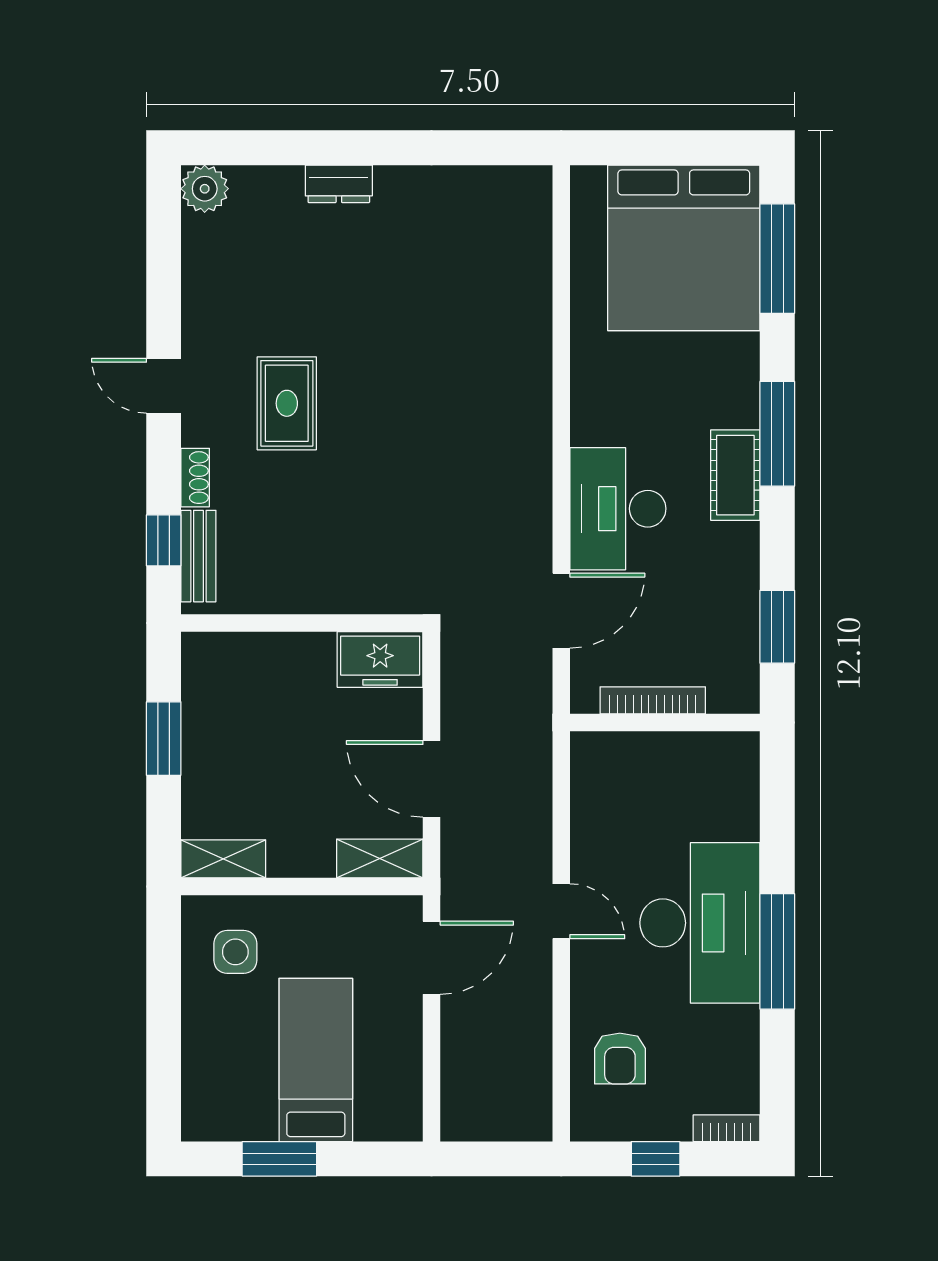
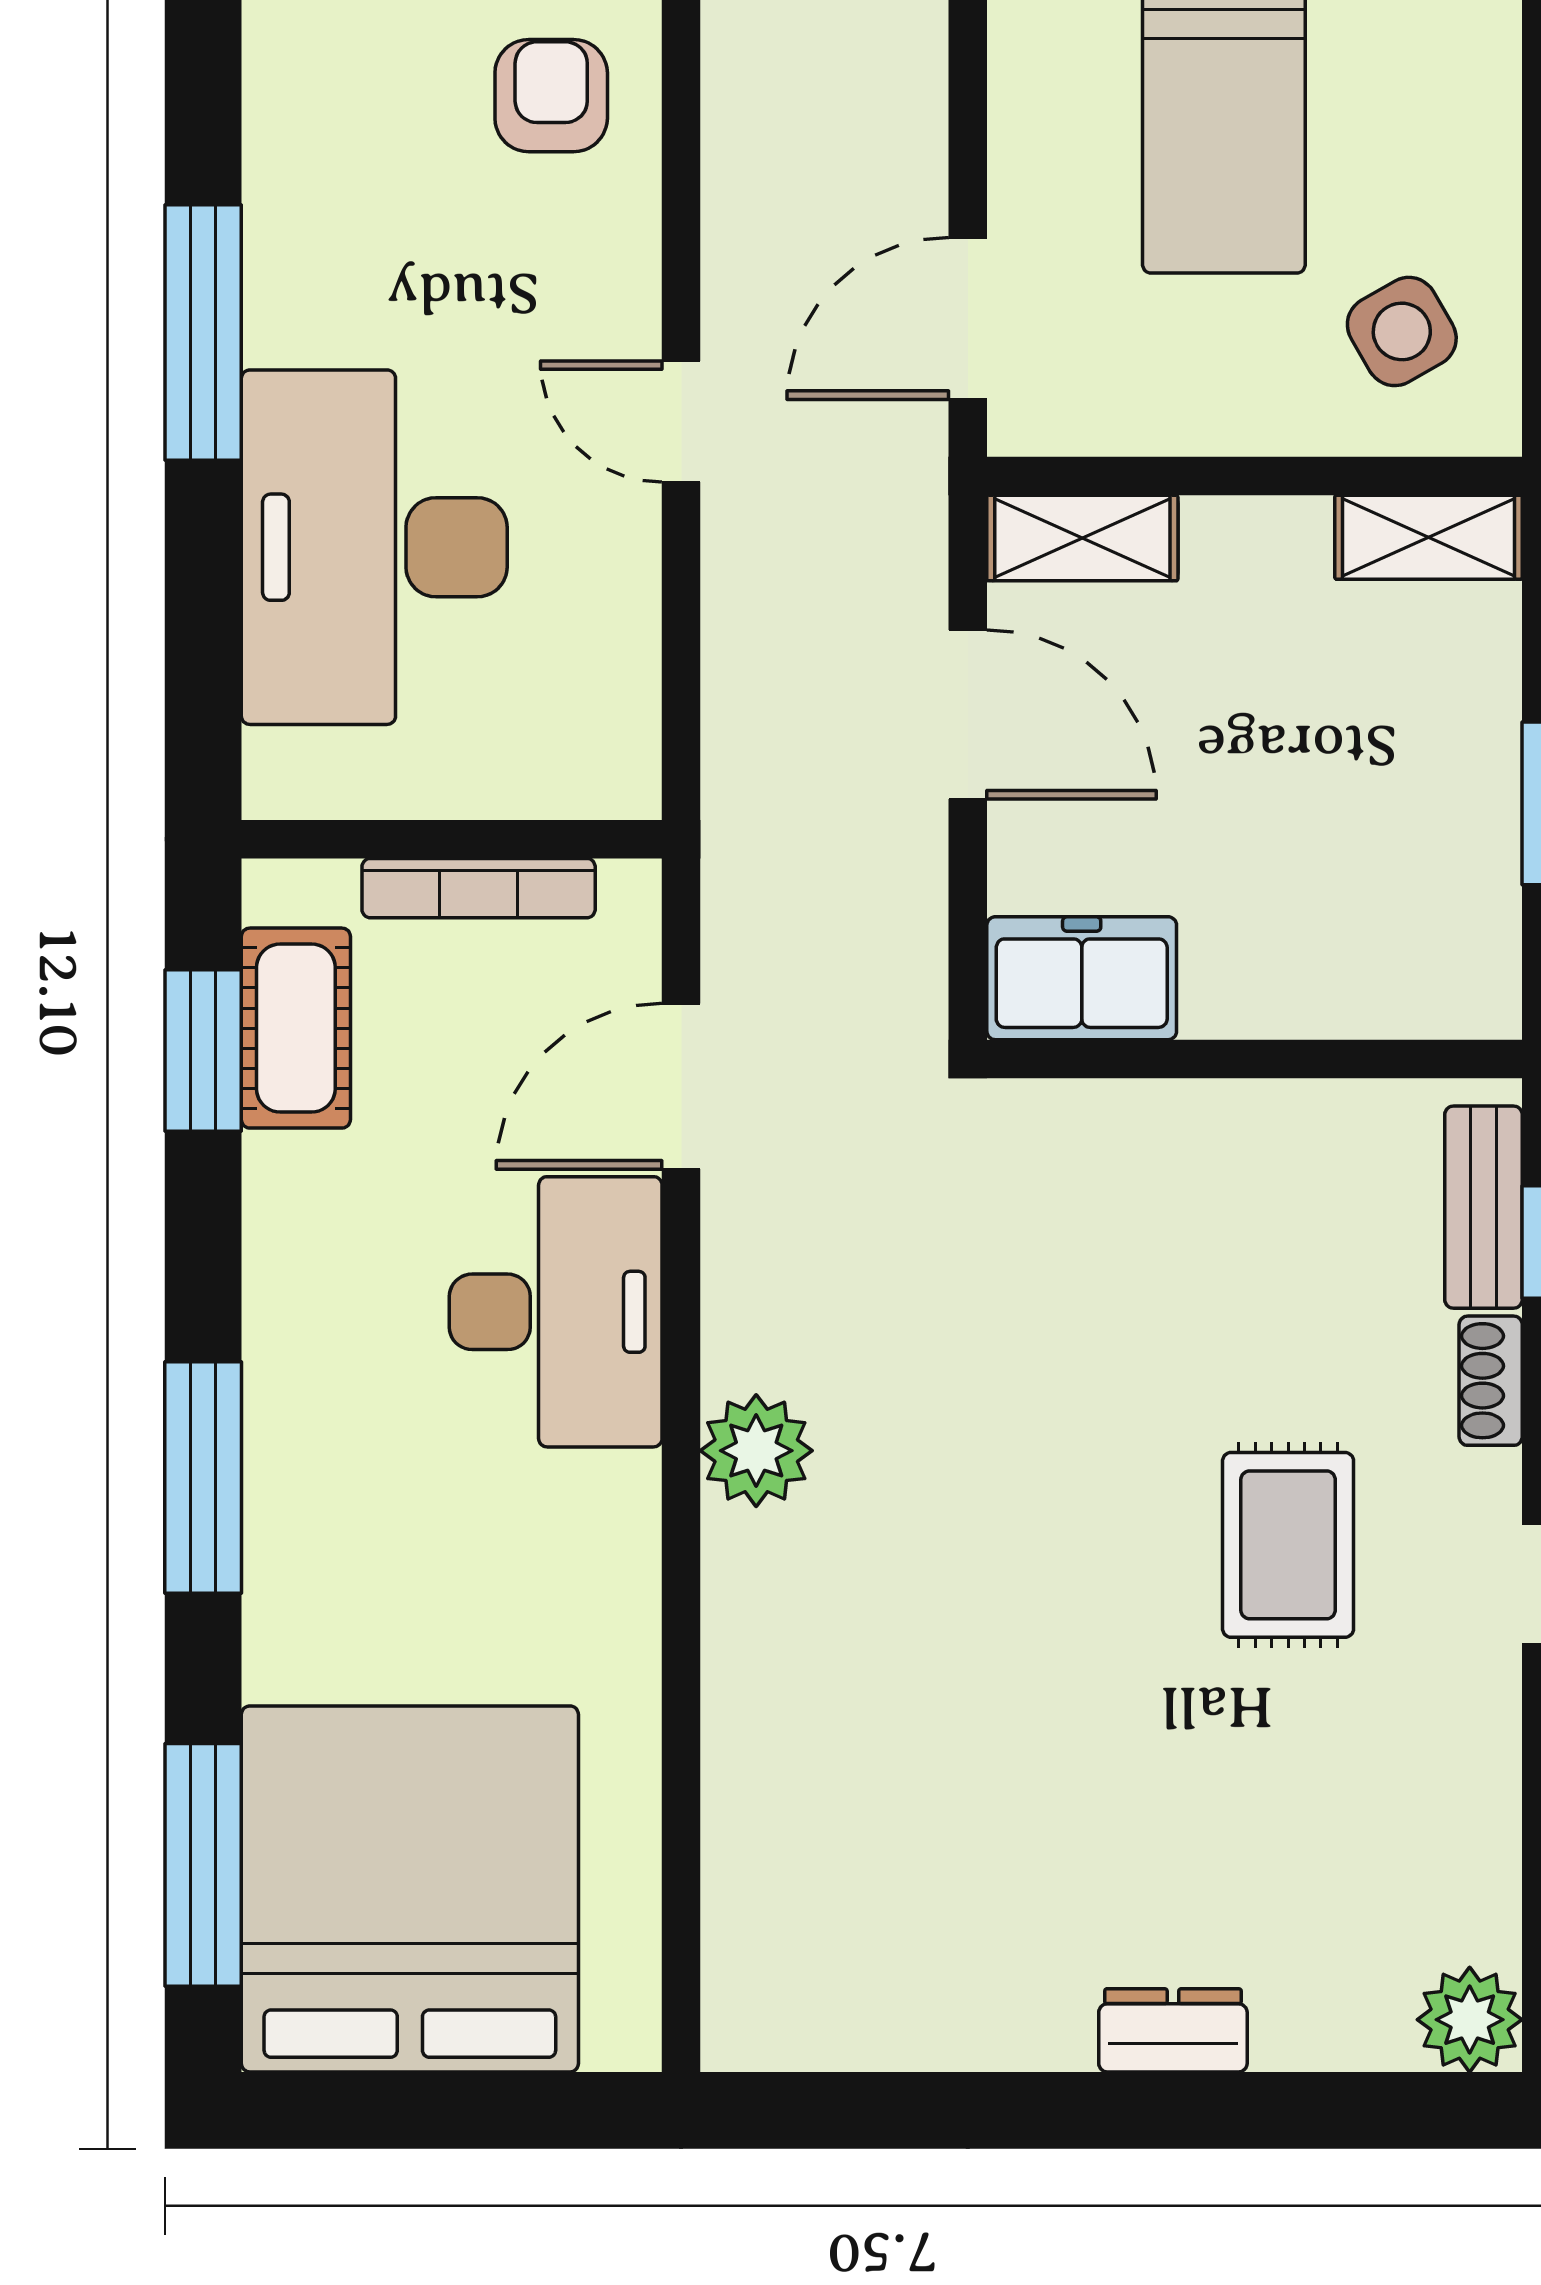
plant: (527, 446) -> (756, 1451), added
cot: (735, 475) -> (296, 1028), moved
desk: (700, 923) -> (374, 547), moved
side table: (235, 952) -> (1402, 331), turned -30

